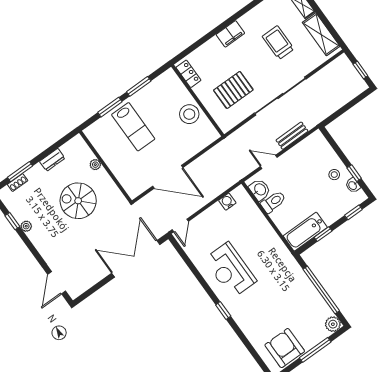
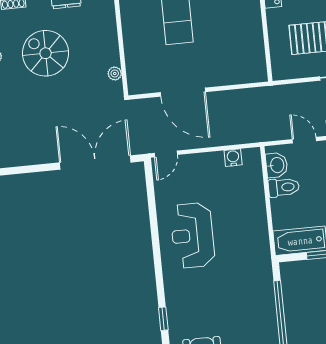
stool: (189, 114) -> (247, 36), removed
plant: (95, 165) -> (115, 73), moved
spiral stairs: (78, 201) -> (46, 53), moved
window: (223, 311) -> (163, 319), moved

